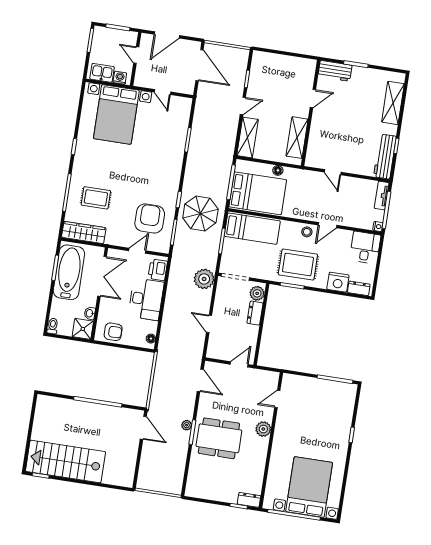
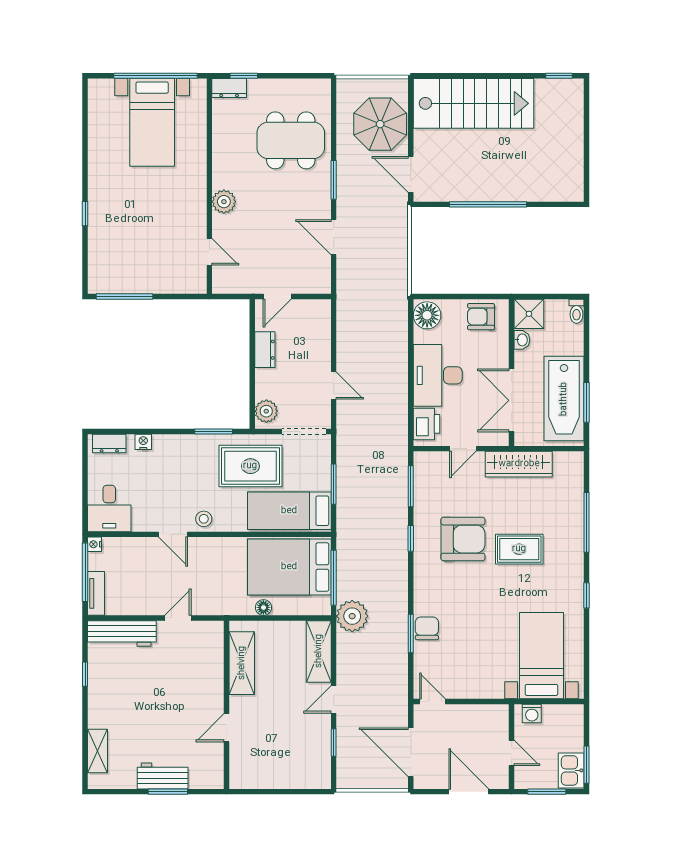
door: (167, 35) -> (469, 792), hinge flipped
workbench: (335, 71) -> (163, 776), moved
kitchen sink: (102, 73) -> (571, 770), moved, turned 90
door: (163, 92) -> (432, 702), moved
shelving: (393, 103) -> (97, 751), width x0.67, depth x0.75
bed with nightstands: (116, 114) -> (541, 656), width x0.73
chair: (177, 141) -> (427, 628), added
workbench: (385, 156) -> (122, 633), moved, turned 90
door: (333, 172) -> (178, 618), hinge flipped
rug: (96, 198) -> (519, 549), moved
parasol: (200, 213) -> (380, 124), moved
armchair: (150, 219) -> (463, 539), moved, turned -90
door: (328, 225) -> (173, 534), swing flipped
wardrobe: (84, 232) -> (519, 464), moved
rug: (298, 265) -> (250, 466), moved
plant: (204, 279) -> (352, 616), moved
nightstand: (338, 282) -> (143, 442), width x0.53, depth x0.56
dresser: (255, 313) -> (265, 350), moved
door: (209, 324) -> (334, 386), moved
floor lamp: (151, 339) -> (427, 315), width x1.89, depth x1.89
door: (200, 380) -> (334, 237), moved
door: (277, 399) -> (209, 252), hinge flipped
plant: (187, 425) -> (344, 189), removed
dining table: (219, 438) -> (291, 140), moved
stairs: (65, 462) -> (473, 103), moved
bed with nightstands: (309, 487) -> (152, 122), width x0.73

